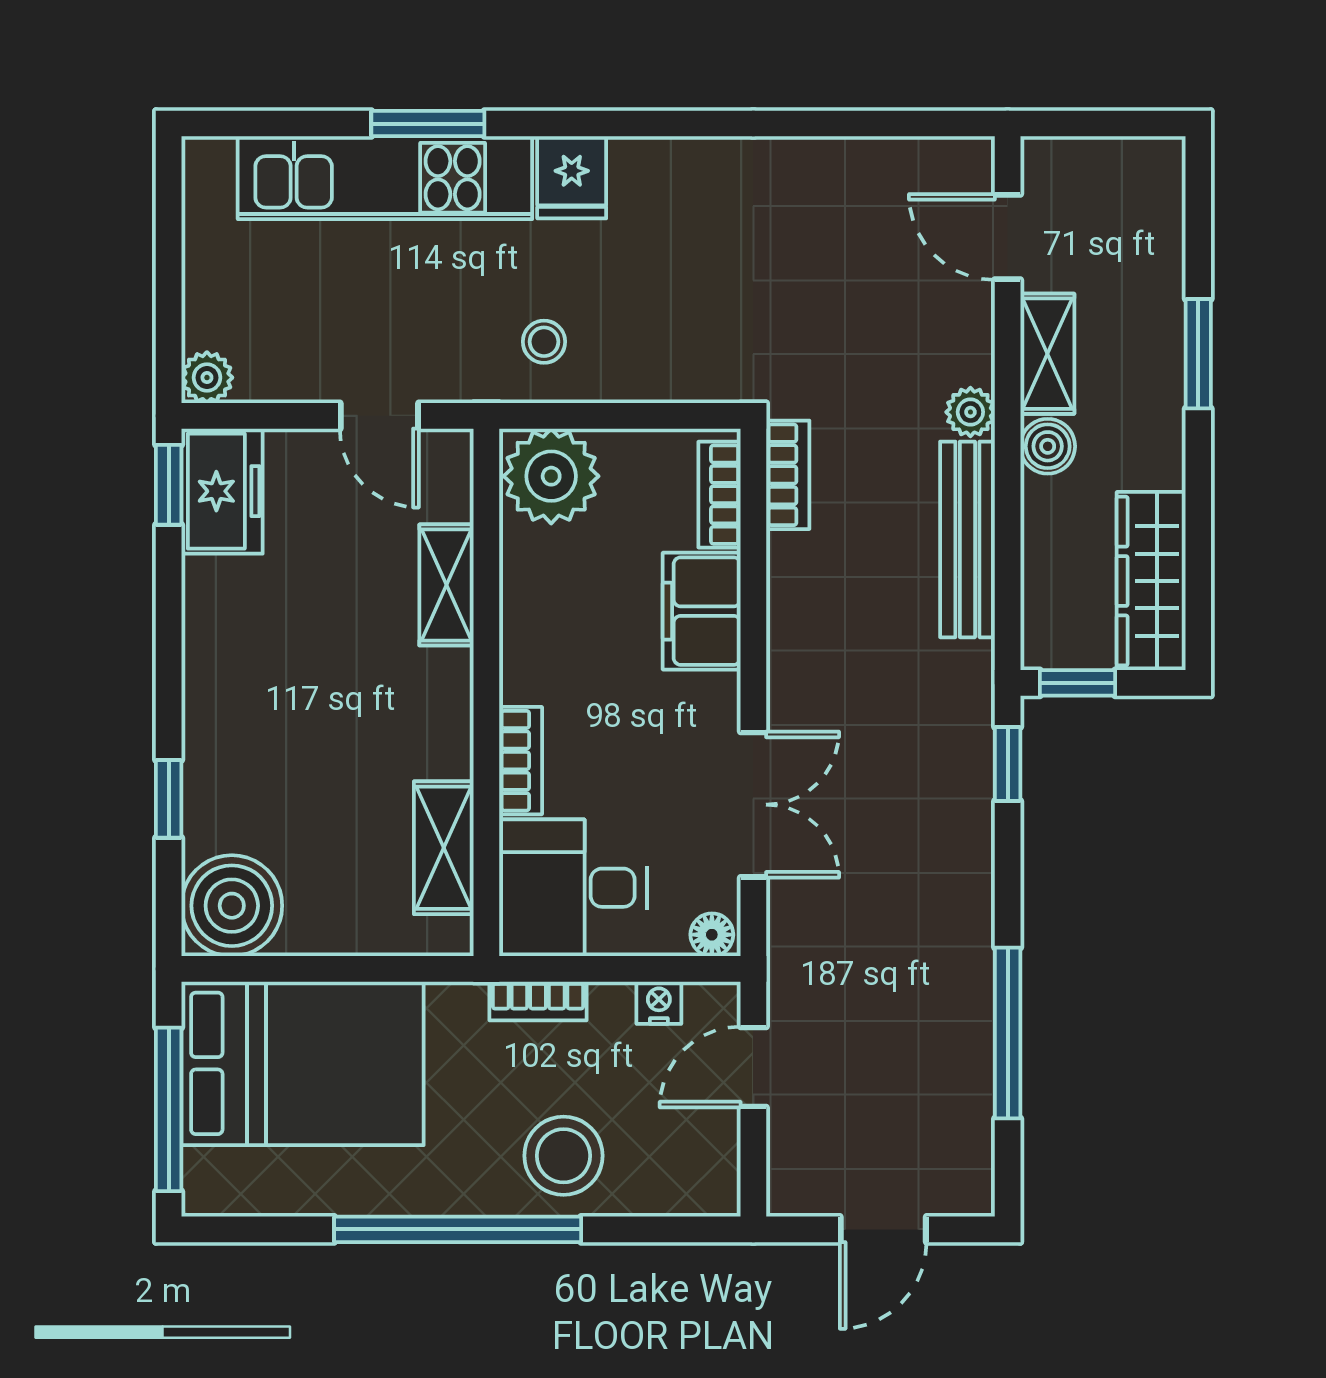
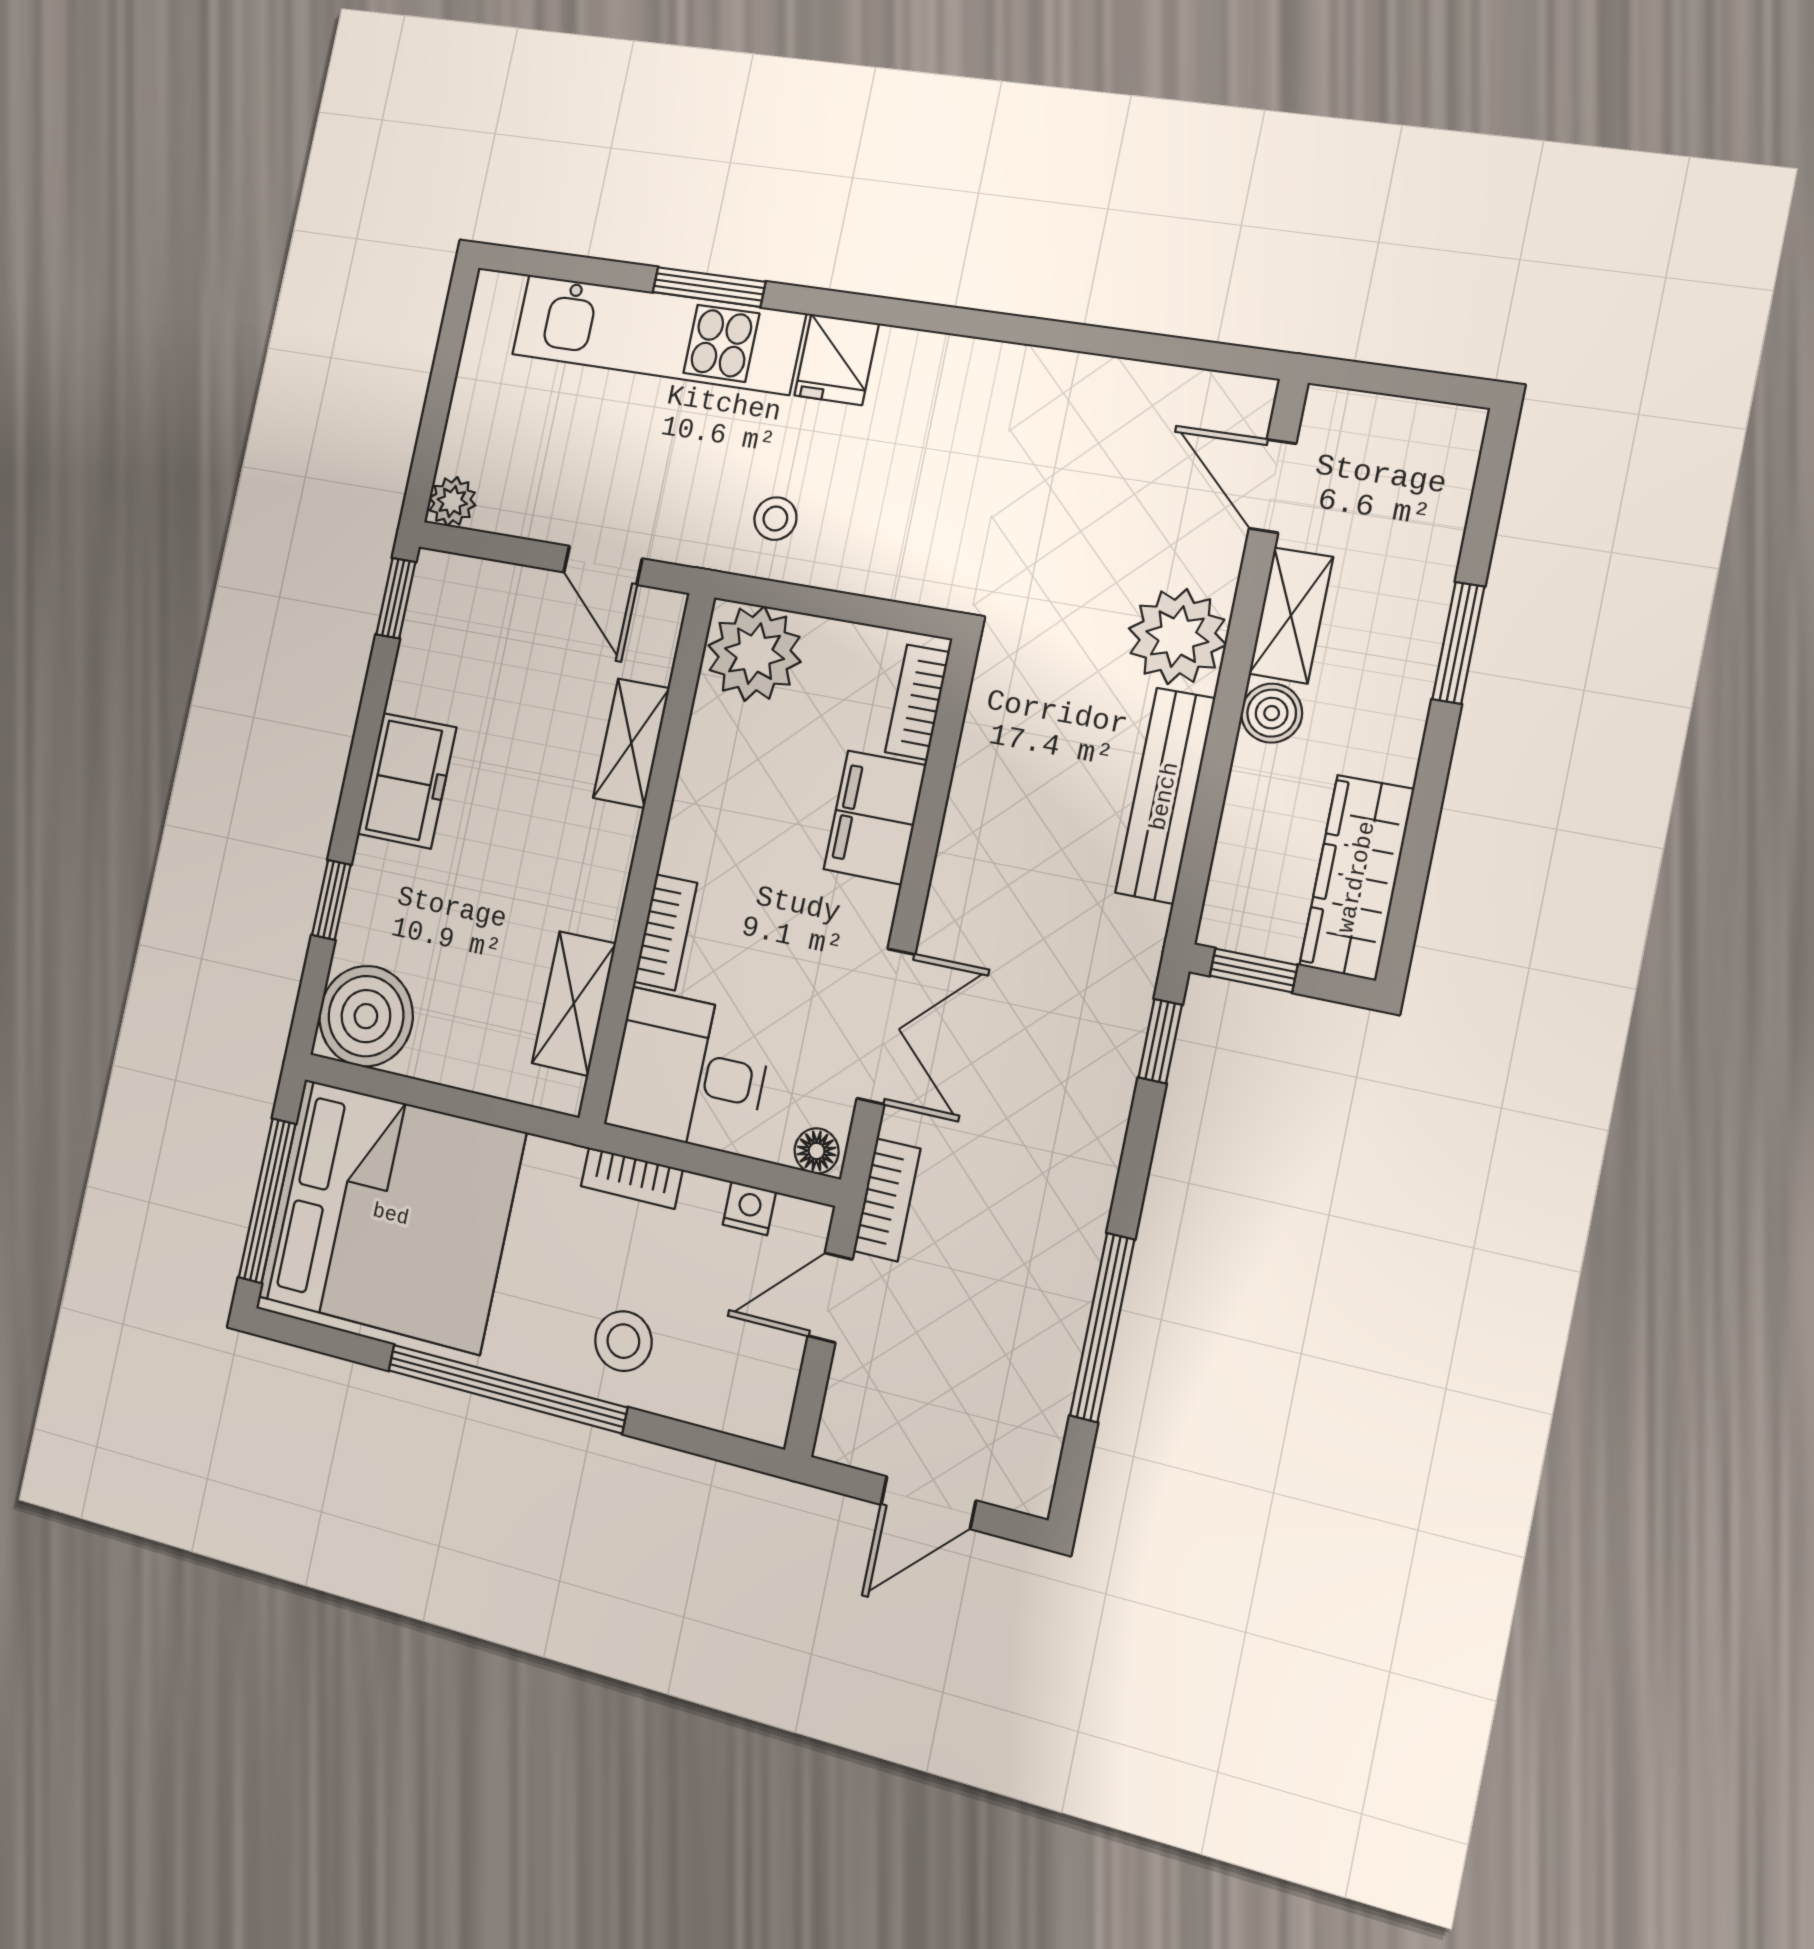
plant: (970, 412) -> (1177, 637), width x1.87, depth x1.87
bookcase: (788, 475) -> (887, 1200), moved
freezer: (222, 491) -> (407, 781), moved
bed: (303, 1063) -> (391, 1215), width x1.36
stool: (563, 1156) -> (623, 1341), width x0.73, depth x0.73

